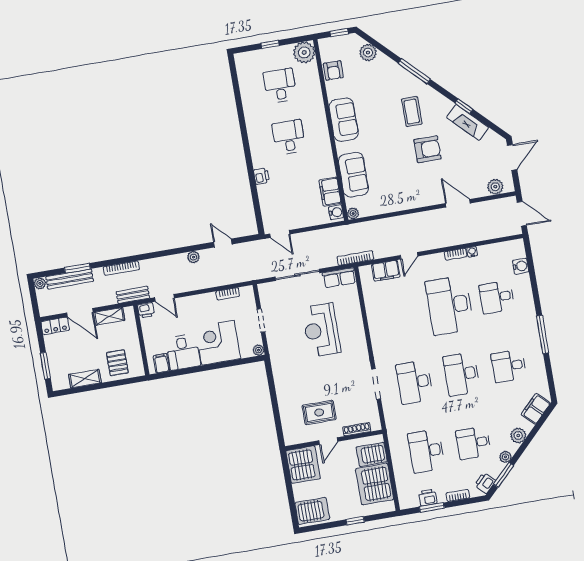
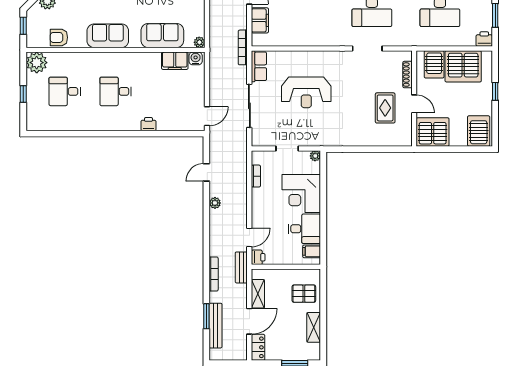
armchair: (333, 70) -> (59, 37), turned 180
plant: (40, 283) -> (215, 355), removed
printer: (428, 498) -> (484, 39), moved, turned 90

